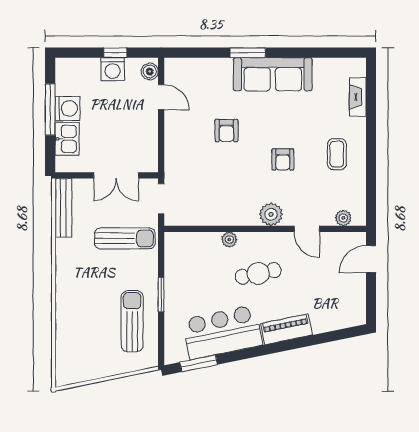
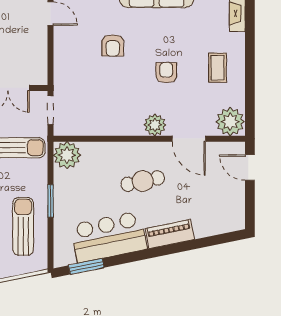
armchair: (283, 159) -> (166, 73), turned 180
plant: (343, 218) -> (230, 122), width x1.87, depth x1.87
door: (307, 229) -> (189, 139), width x1.38
plant: (229, 240) -> (67, 155), moved, width x1.88, depth x1.88
door: (371, 259) -> (250, 168), hinge flipped

